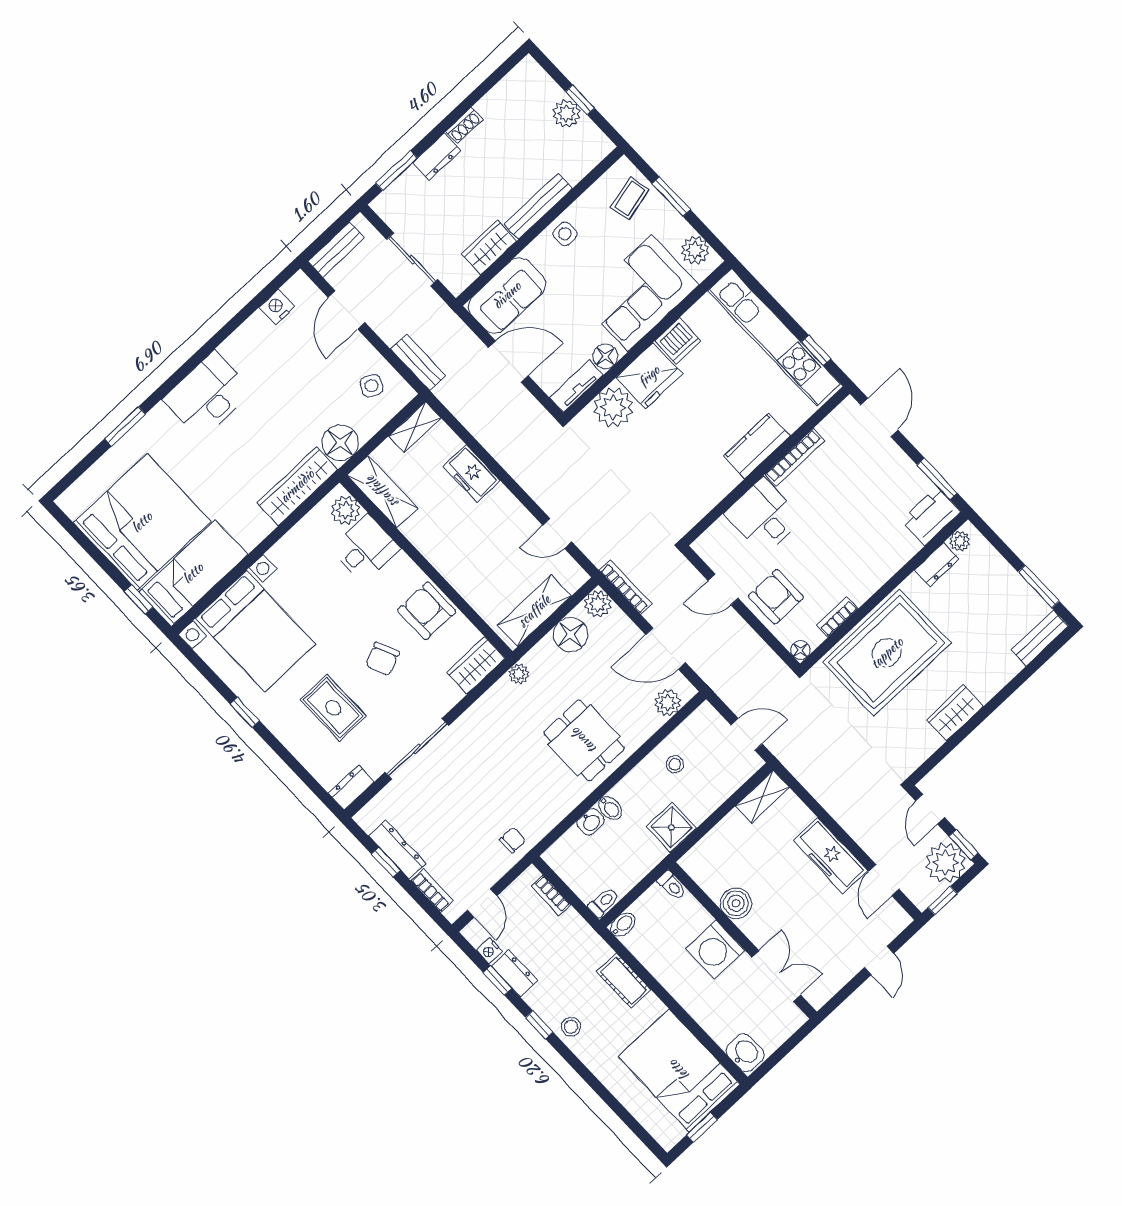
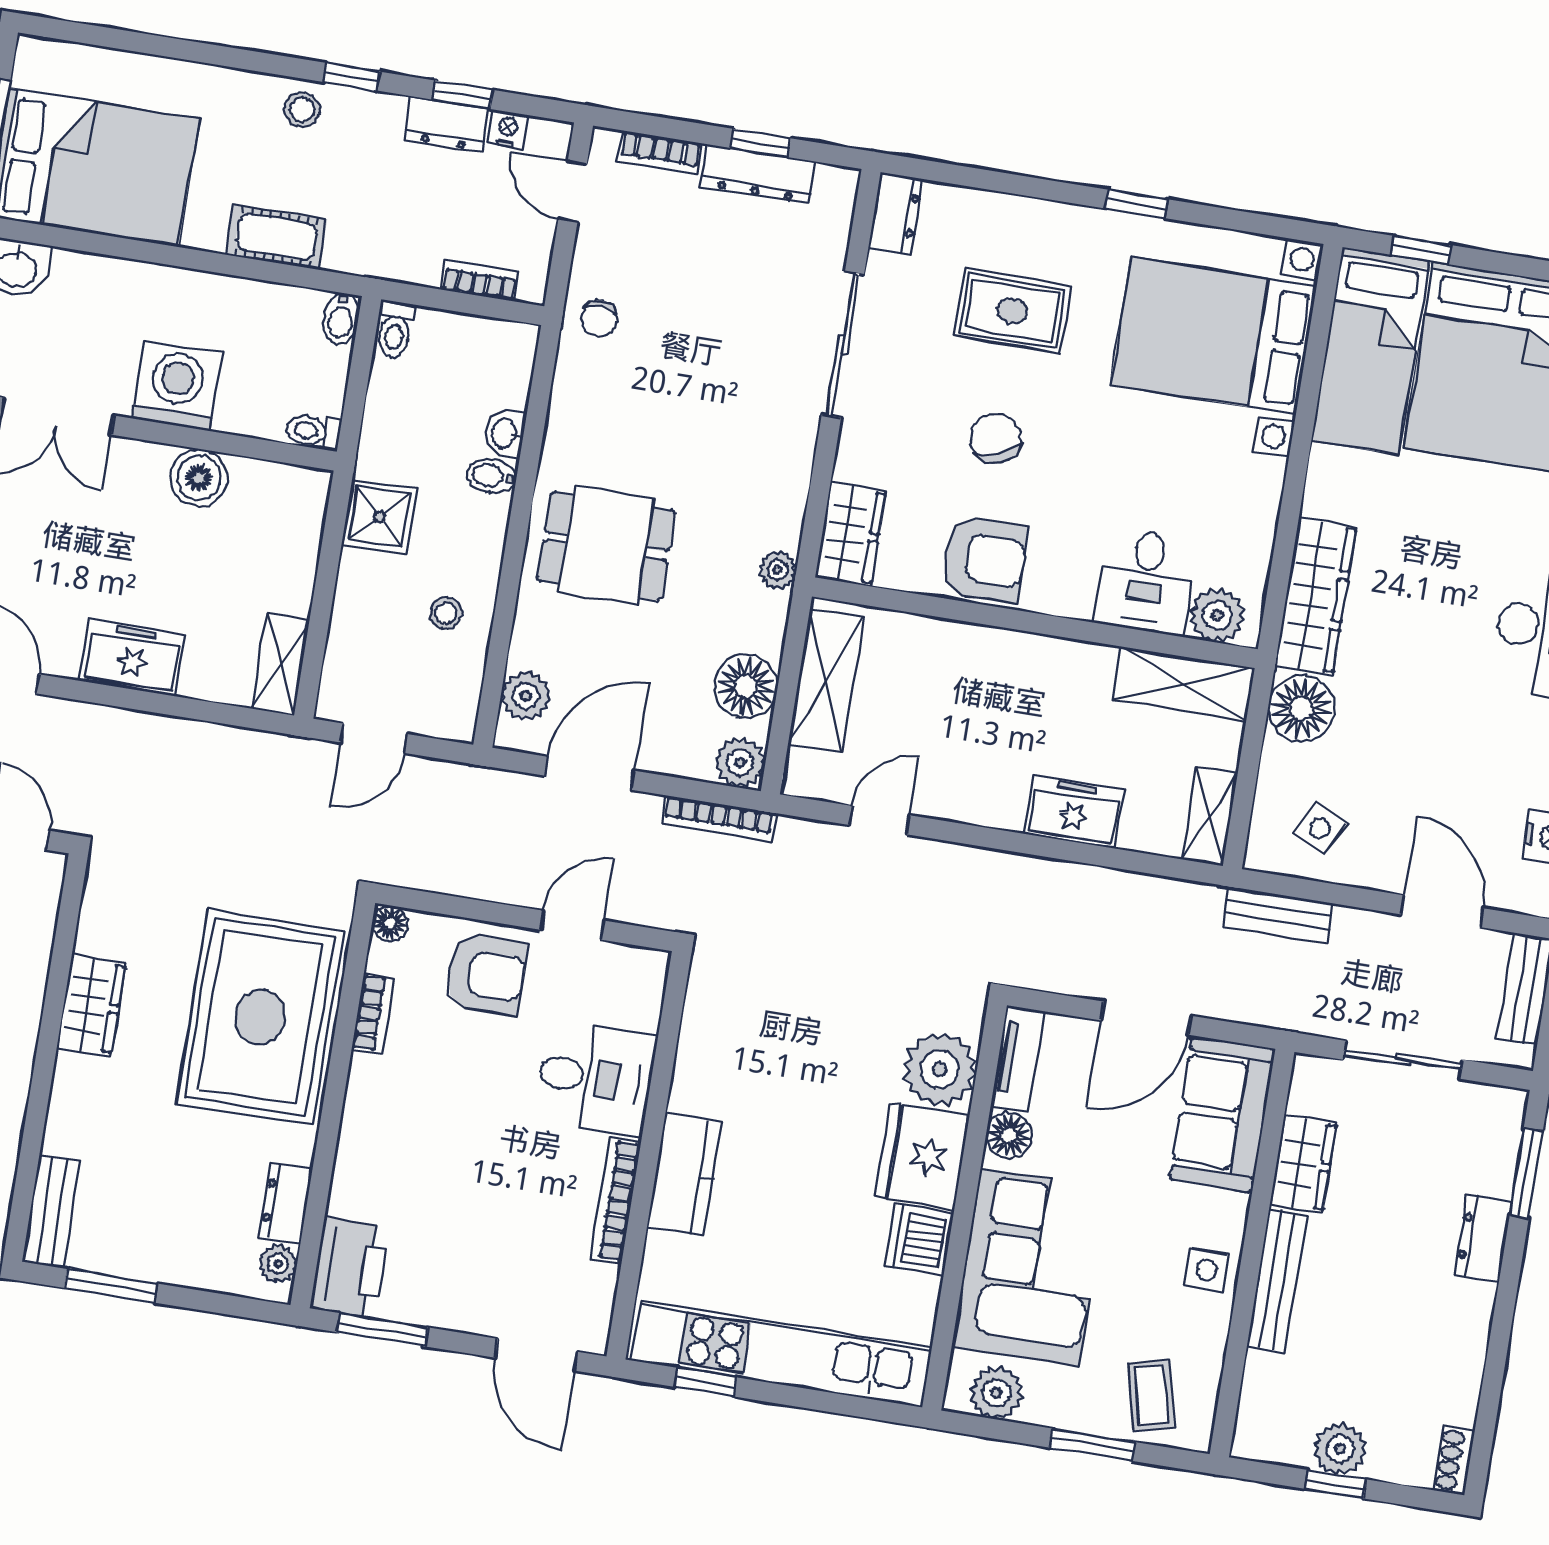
shoe rack: (464, 125) -> (1454, 1461), moved
freezer: (830, 856) -> (133, 658), width x0.71

